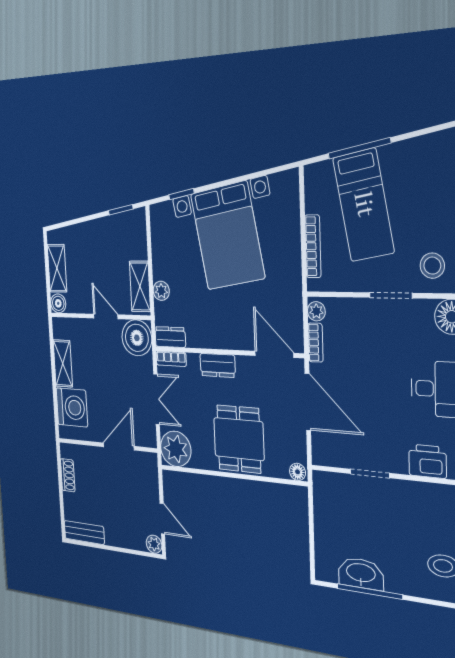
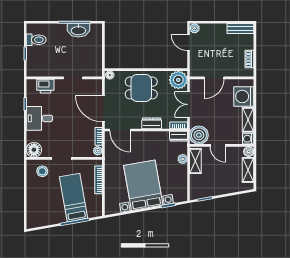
washing machine: (61, 328) -> (248, 139), added
dining table: (239, 439) -> (141, 88), turned 90

